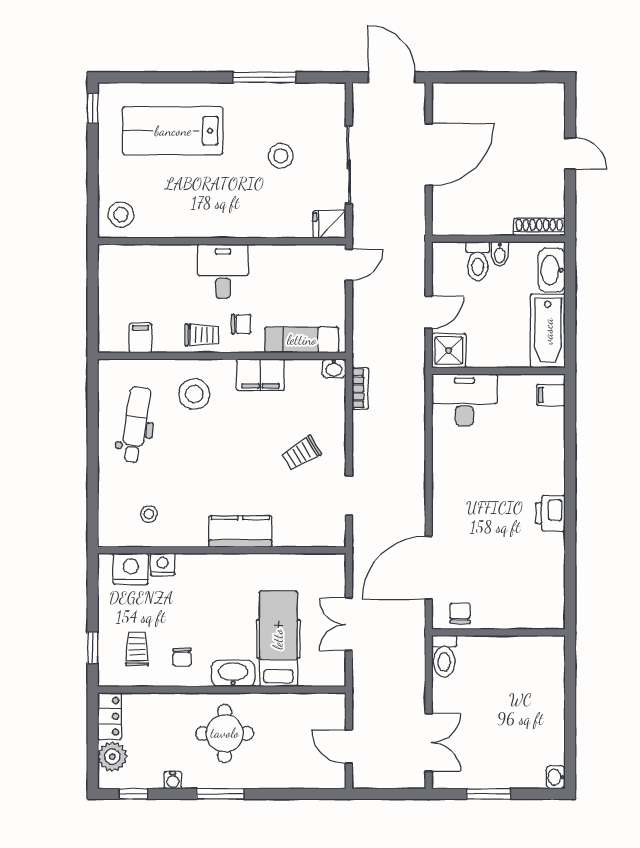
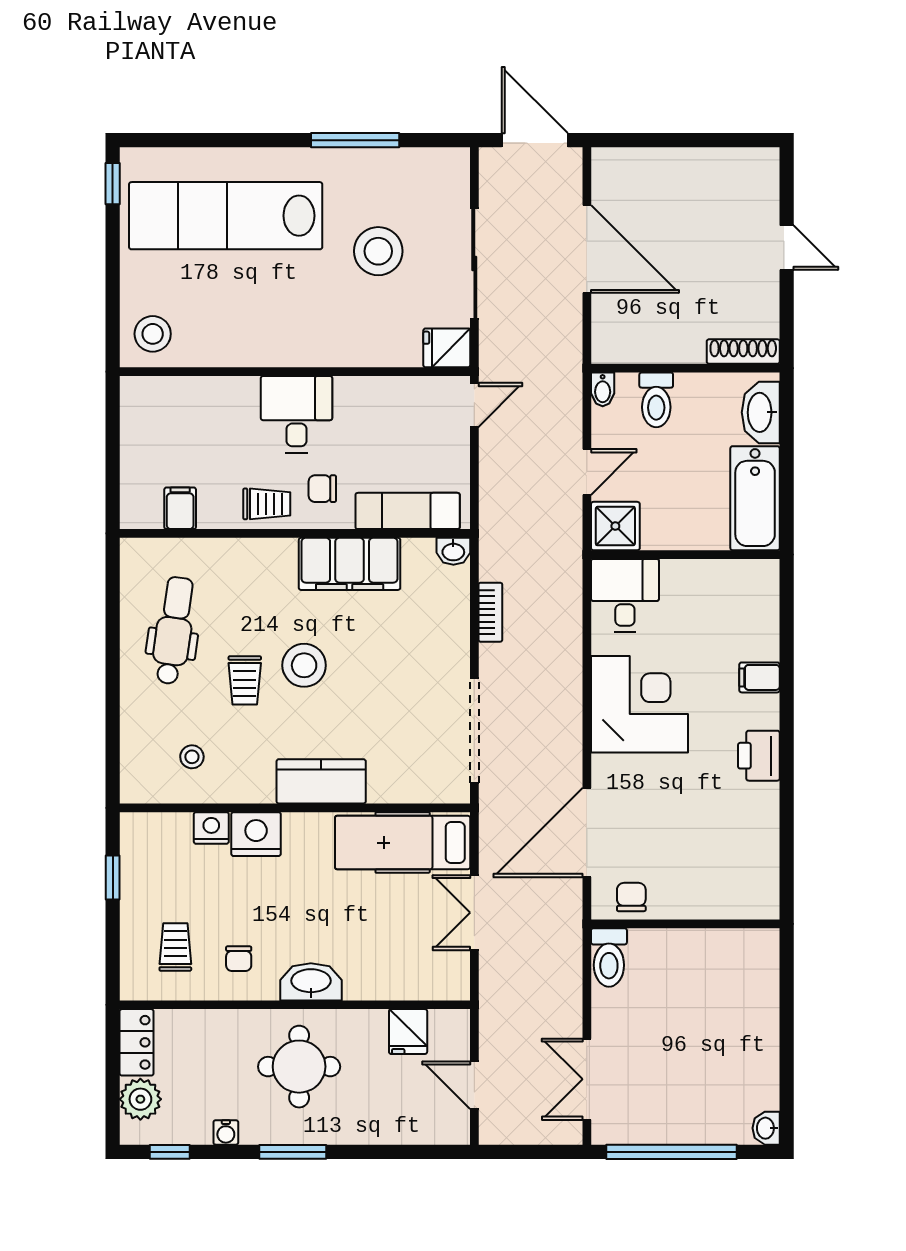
lab bench: (173, 131) -> (226, 216), width x1.36
door: (429, 154) -> (587, 249), hinge flipped
stool: (281, 156) -> (378, 251), width x1.38, depth x1.38
bidet: (500, 254) -> (603, 389), moved
chair: (241, 324) -> (322, 489), turned 180
filing cabinet: (260, 375) -> (350, 564), width x1.50, depth x1.17
bookcase: (360, 388) -> (490, 612), moved
stool: (194, 394) -> (304, 665), moved
filing cabinet: (551, 395) -> (759, 677), moved
desk: (464, 400) -> (625, 595), width x0.73
trolley: (301, 453) -> (245, 680), moved, turned -59
corner desk: (466, 477) -> (639, 704), added
doorway: (349, 496) -> (474, 731), width x1.87
nightstand: (131, 569) -> (256, 834), moved
hospital bed: (278, 639) -> (403, 843), moved, turned -90
window: (93, 648) -> (113, 877), moved
fridge: (302, 709) -> (408, 1032), added
double door: (429, 742) -> (587, 1079), swing flipped
window: (489, 794) -> (672, 1152), width x2.11

